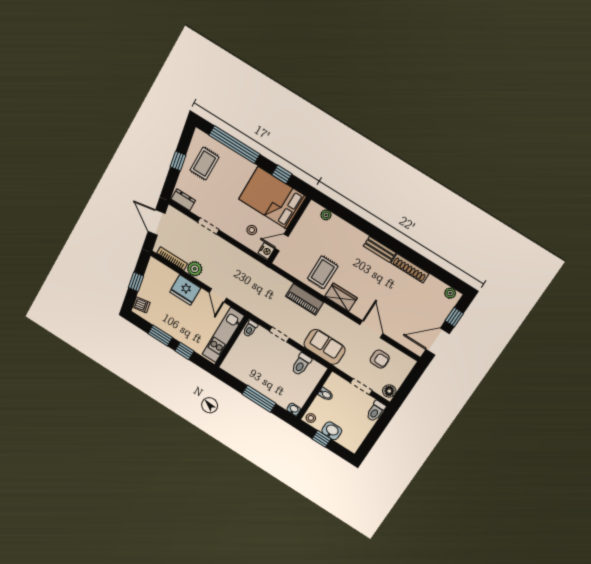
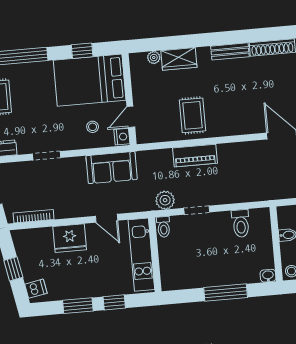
plant: (195, 269) -> (165, 200), moved
wardrobe: (341, 297) -> (179, 59), moved, turned 180
sofa: (325, 347) -> (112, 168), moved, turned 180

